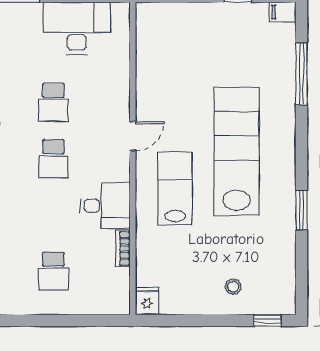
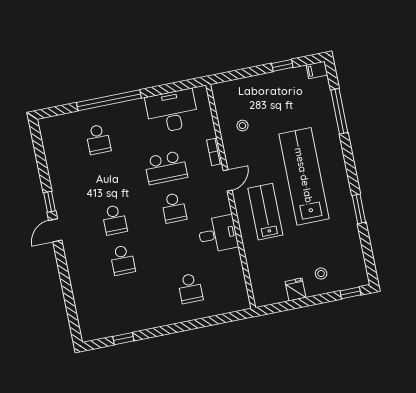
stool: (168, 67) -> (243, 126), added
school desk: (53, 102) -> (166, 168), width x1.85
bookcase: (123, 248) -> (214, 152), moved
fridge: (147, 301) -> (296, 289), moved

